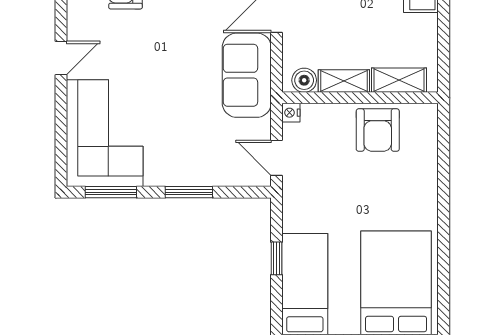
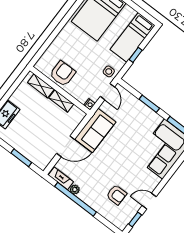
door: (61, 58) -> (149, 201), moved
boiler: (304, 80) -> (76, 112), removed
side table: (301, 194) -> (109, 71), added

